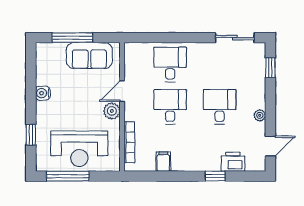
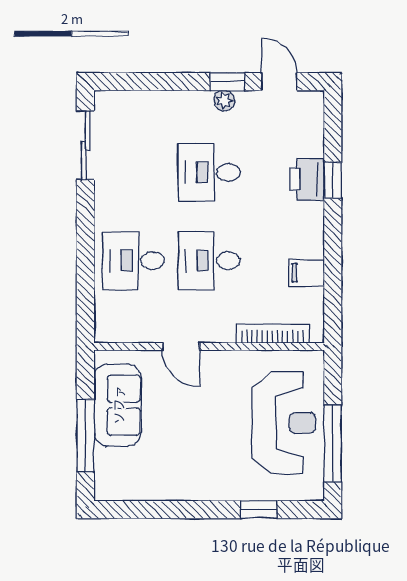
window: (270, 68) -> (227, 82), moved
water cooler: (43, 93) -> (185, 488), removed
plant: (112, 111) -> (216, 365), removed
printer: (233, 162) -> (307, 179), moved

